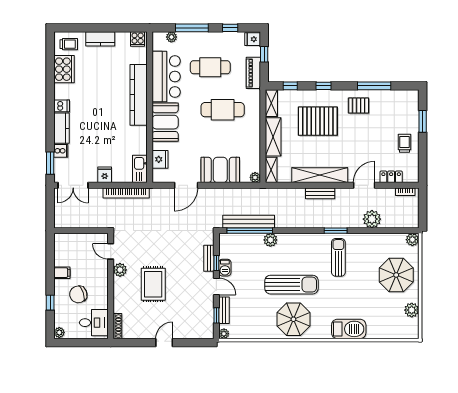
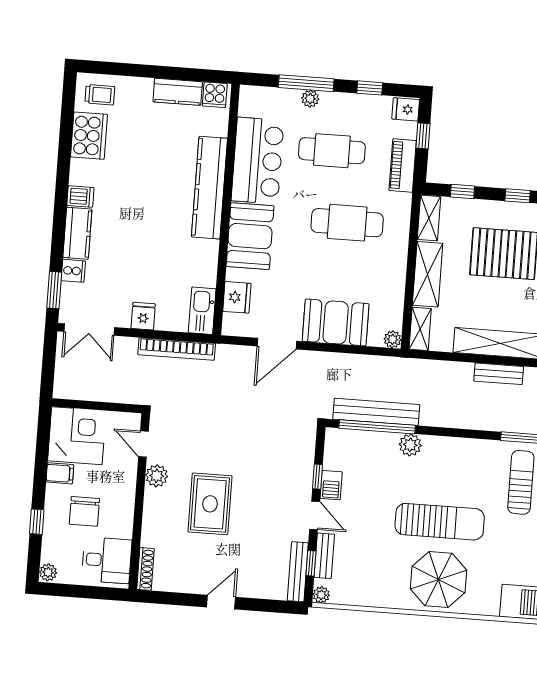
plant: (171, 37) -> (310, 99), moved
kitchen counter: (100, 39) -> (178, 92), moved
corner desk: (70, 249) -> (77, 436), added
bench: (209, 258) -> (298, 572), moved, width x1.36
chair: (78, 294) -> (84, 511), turned -71

